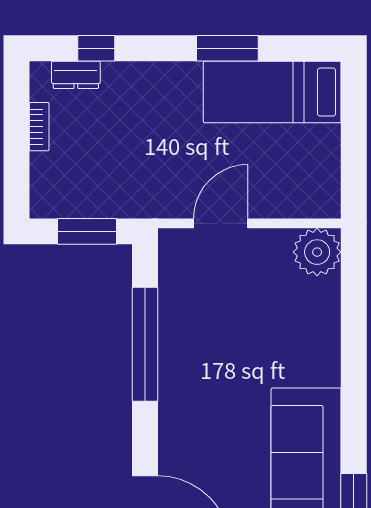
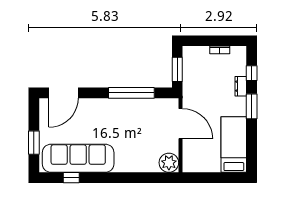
window: (227, 48) -> (252, 106), moved
dresser: (76, 75) -> (241, 86), moved
door: (221, 223) -> (181, 124), width x1.36

